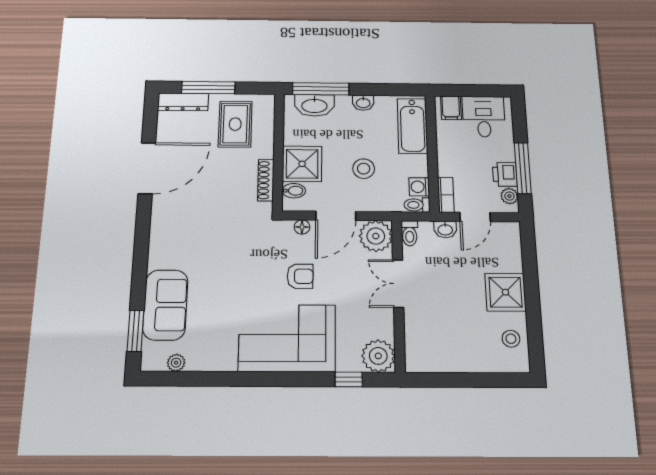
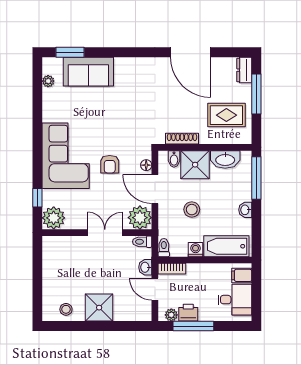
dresser: (183, 102) -> (244, 70), width x0.70
washbasin: (314, 105) -> (225, 159), moved, turned -90
washing machine: (419, 187) -> (196, 250), moved

